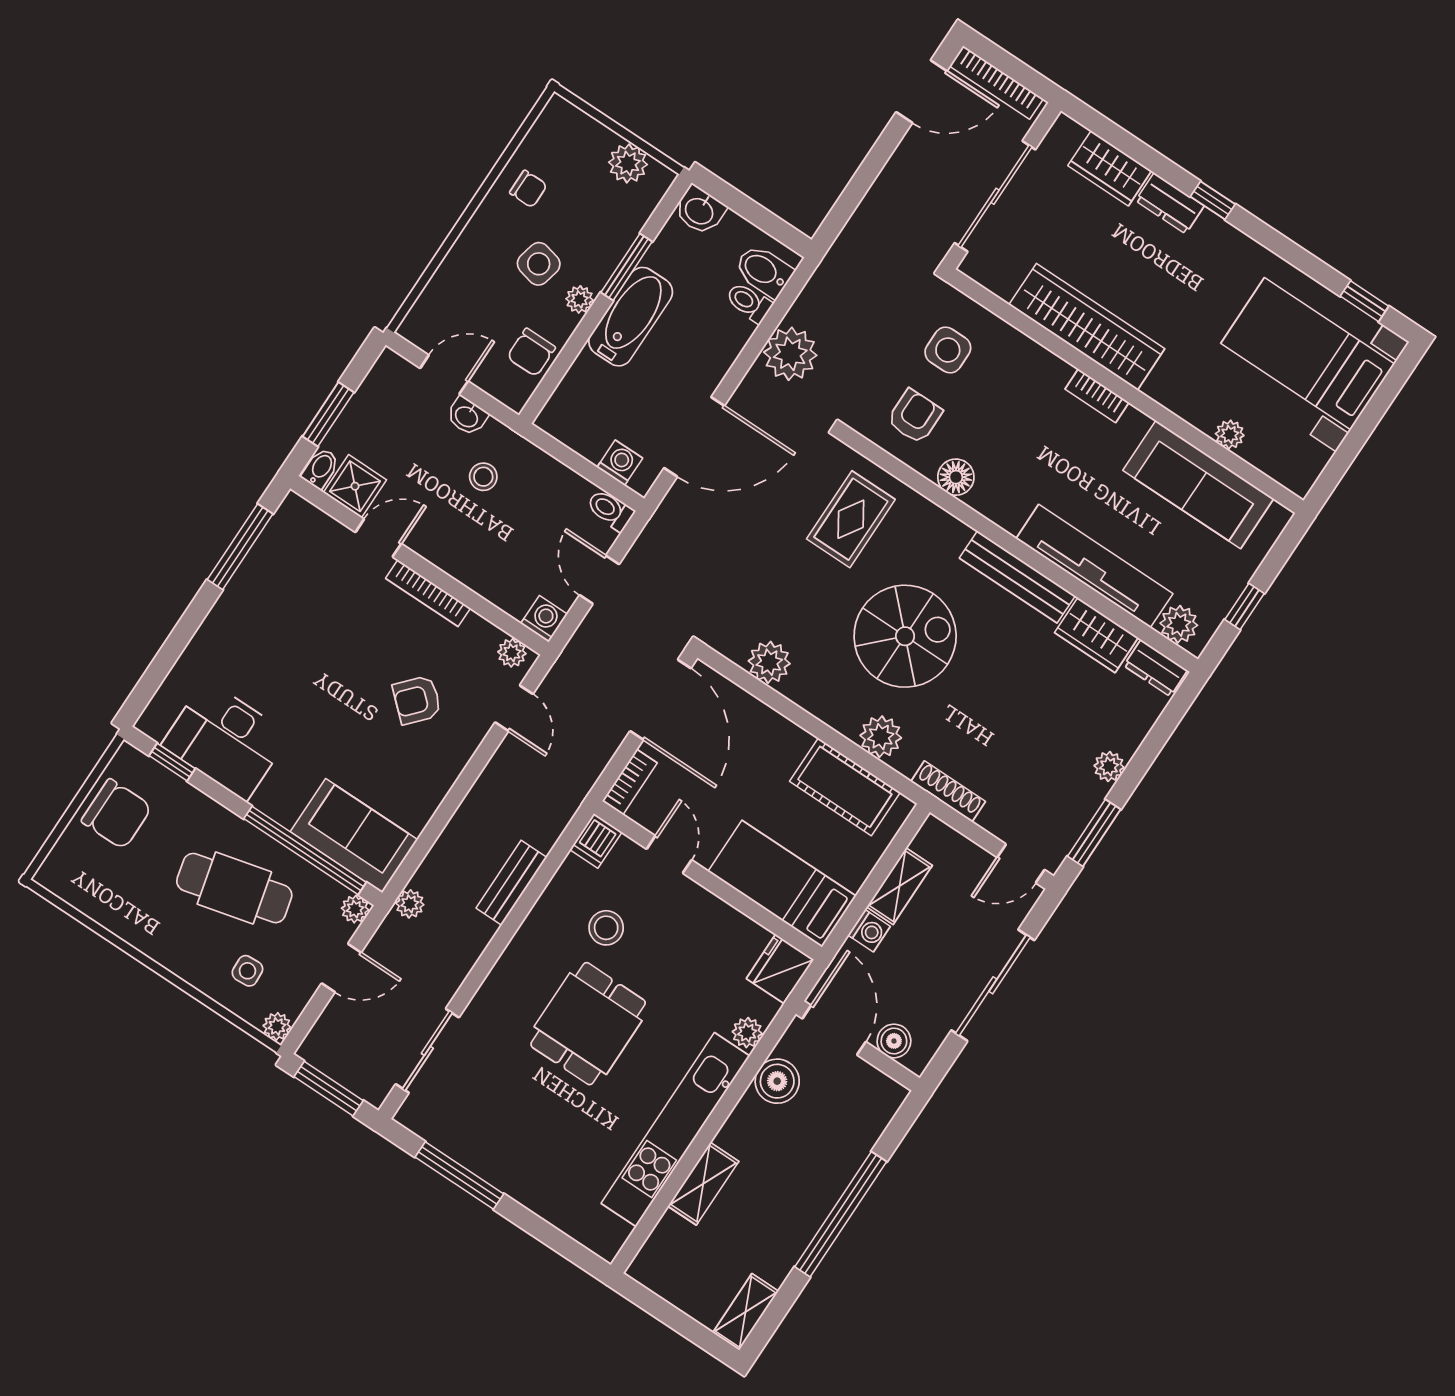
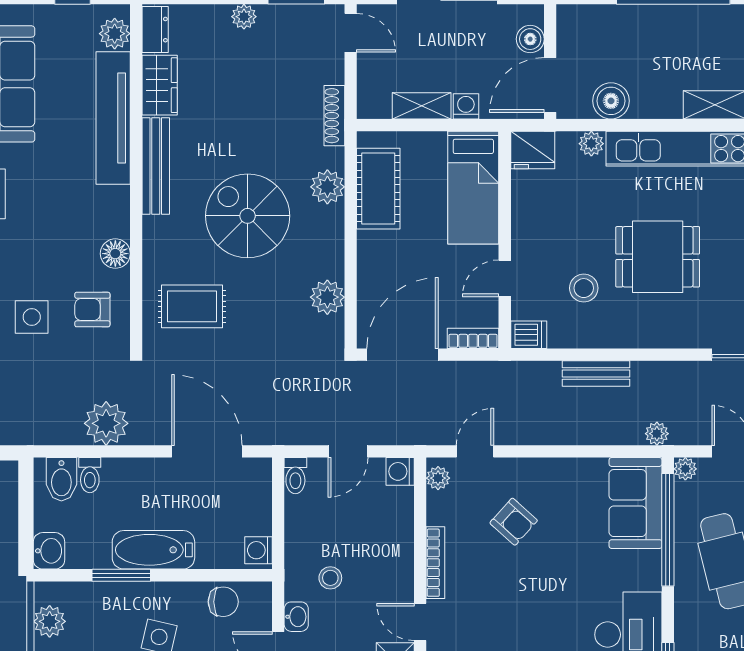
plant: (580, 299) -> (165, 593), removed
washing machine: (620, 463) -> (259, 550), moved

